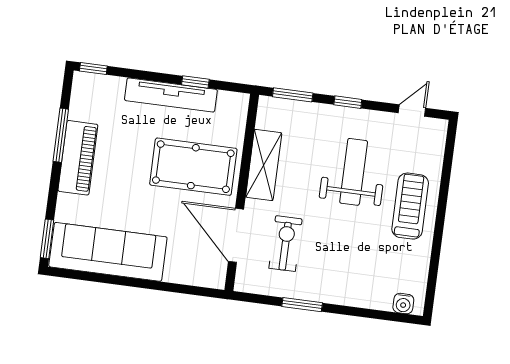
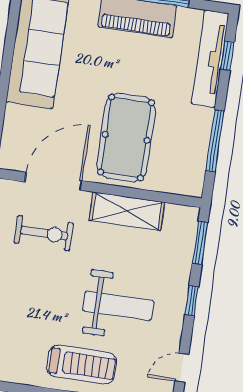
window: (93, 69) -> (227, 56), moved
window: (195, 82) -> (215, 141), width x2.17
tv unit: (171, 95) -> (210, 59), moved
door: (412, 111) -> (182, 368), swing flipped

